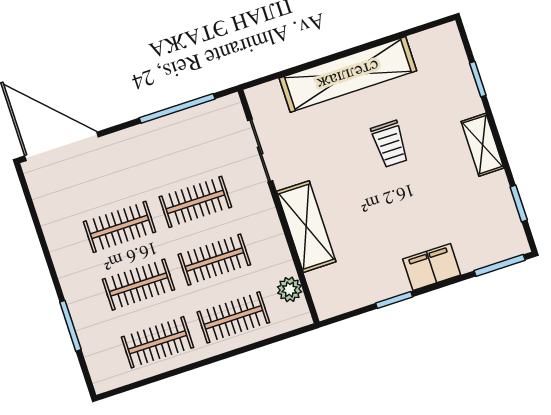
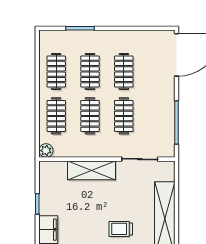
plant: (290, 289) -> (46, 151), moved

